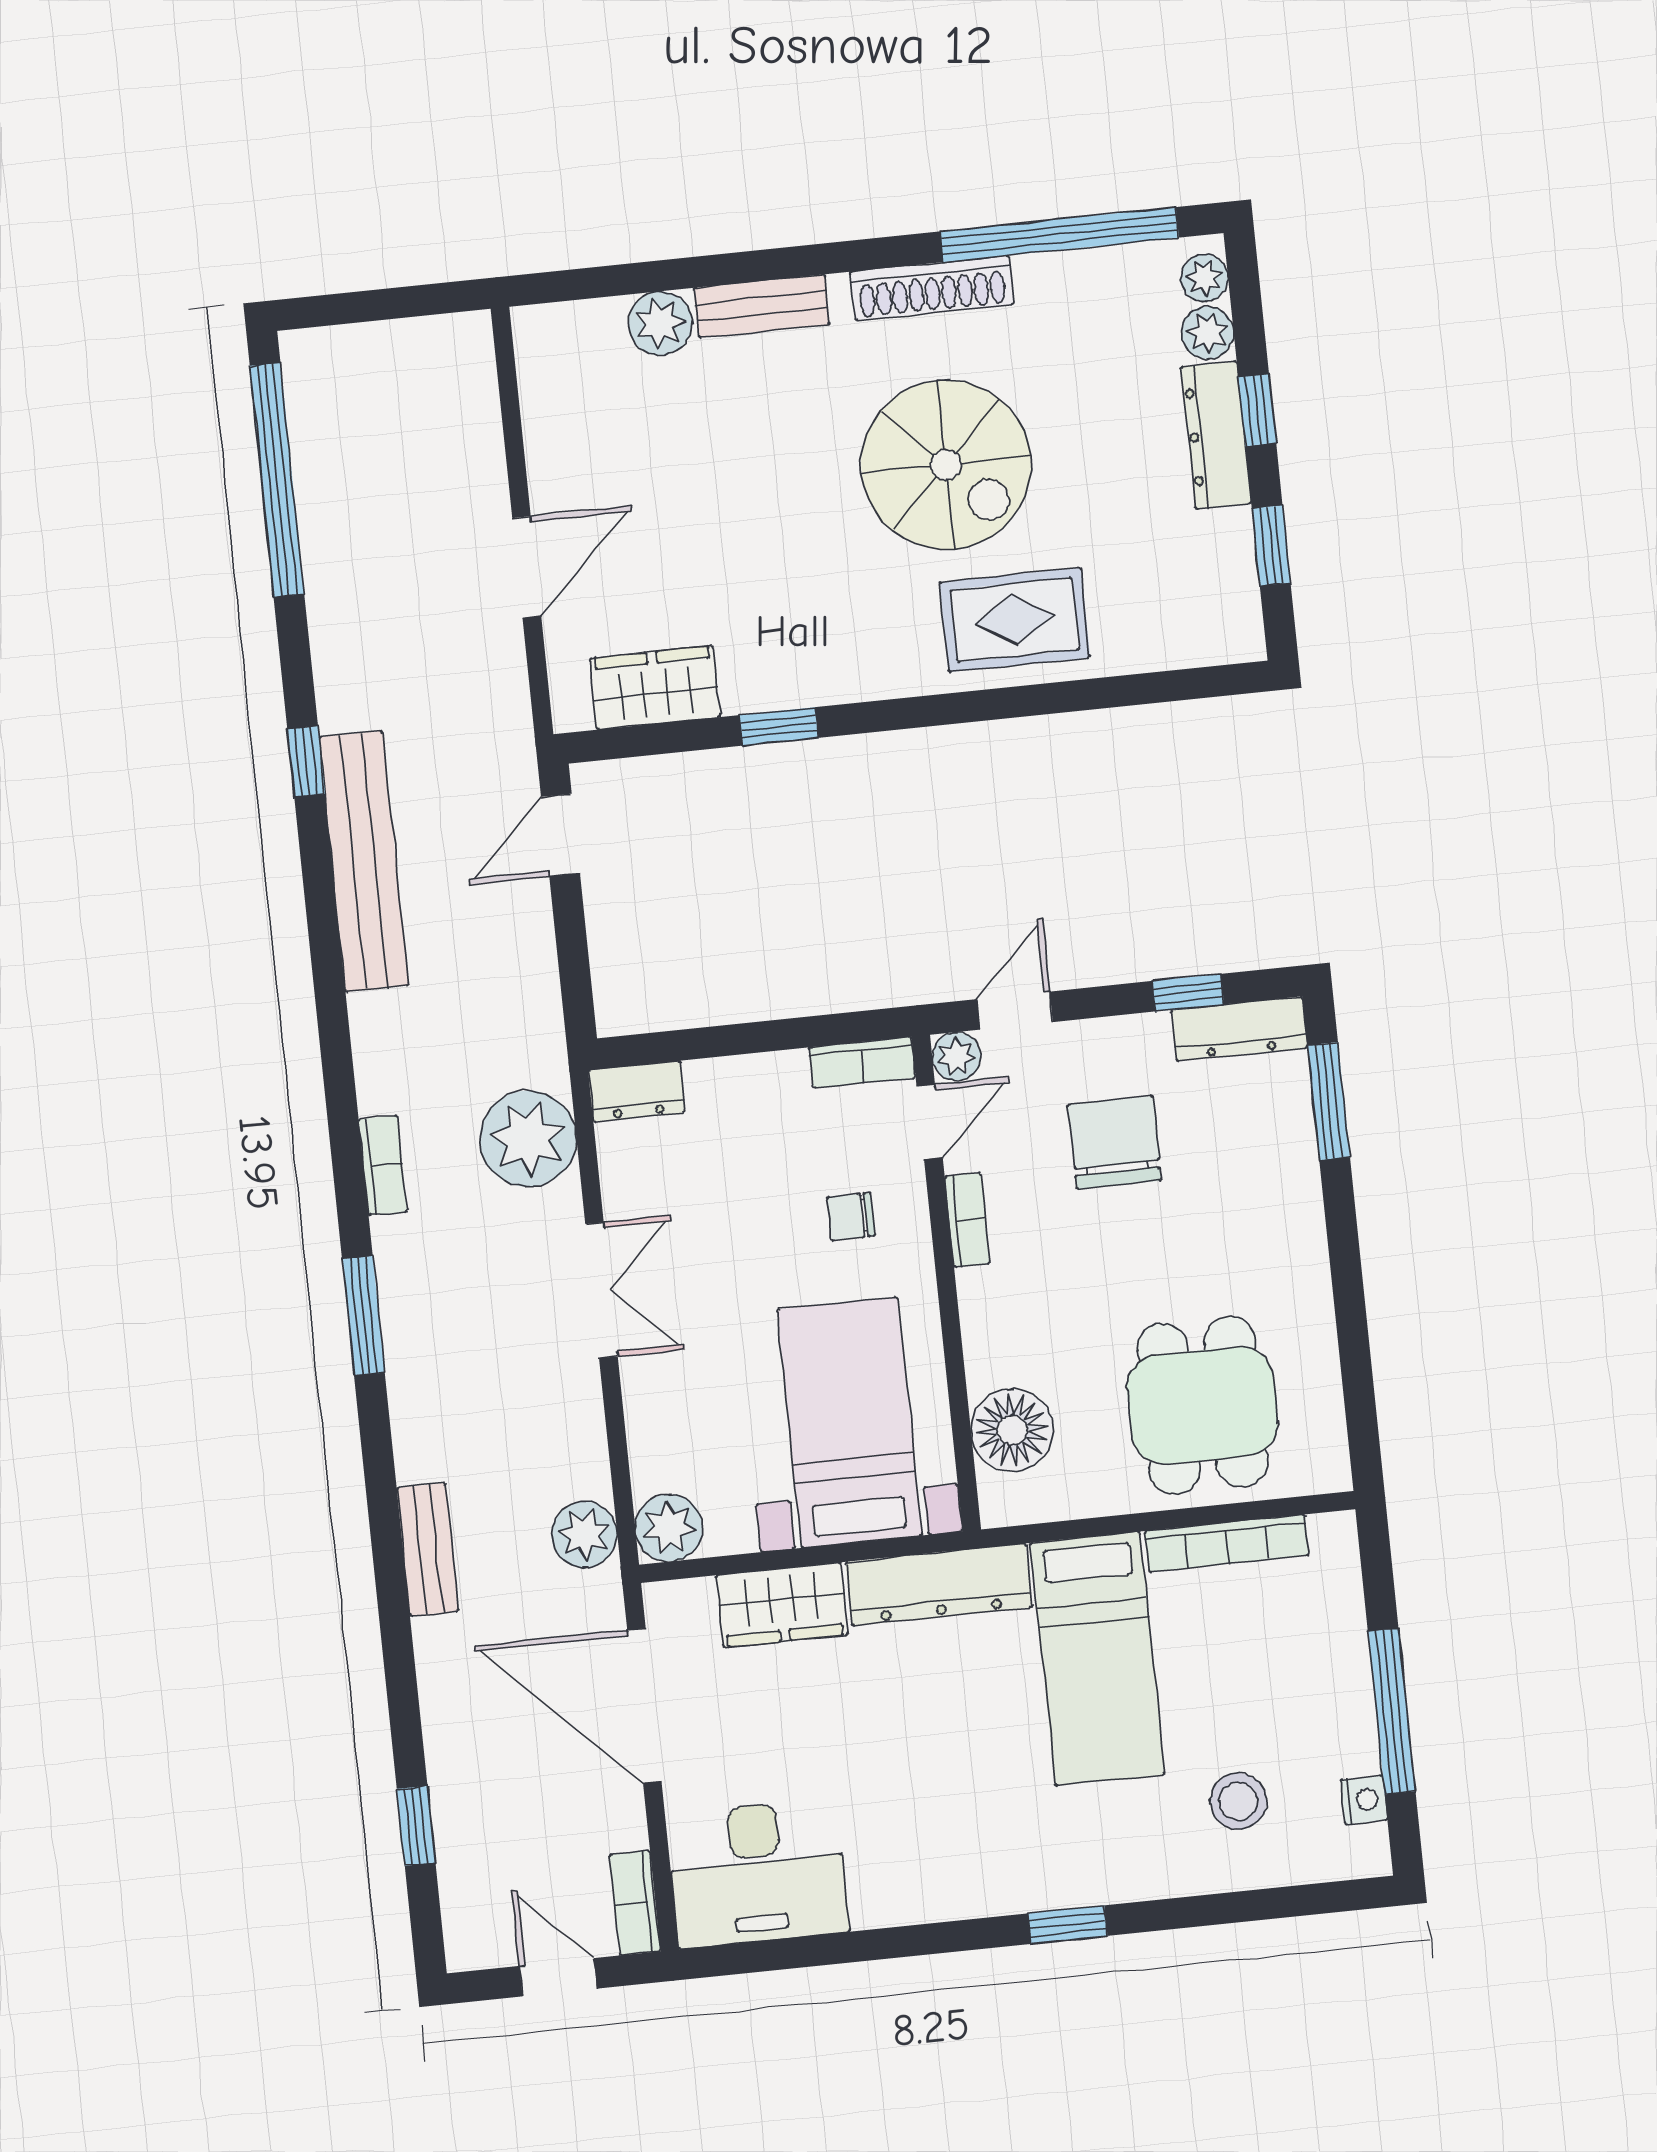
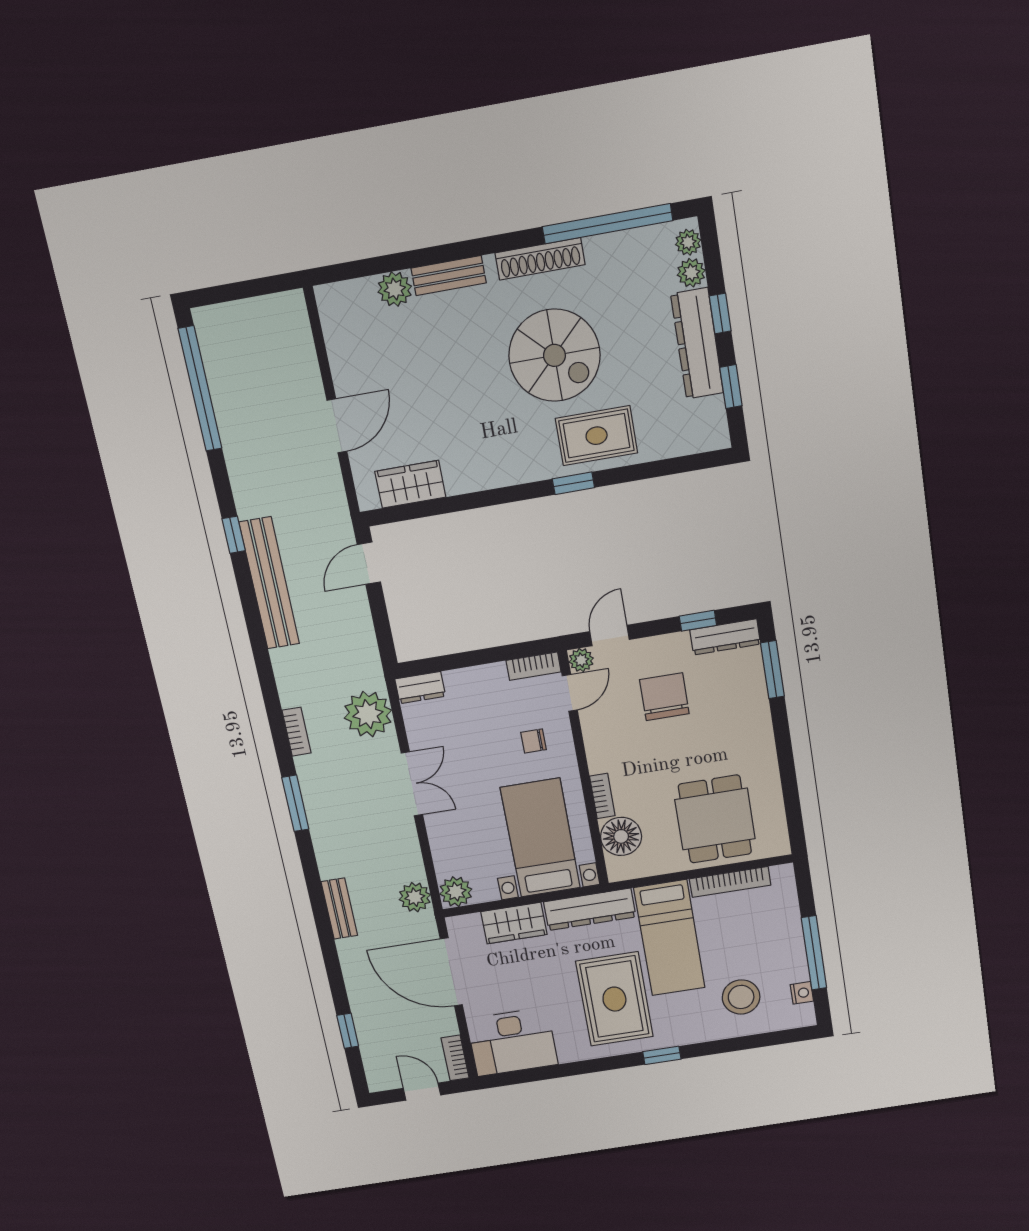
dresser: (1216, 435) -> (697, 344), width x1.37, depth x1.24
window: (779, 726) -> (573, 483), moved
bookcase: (967, 1220) -> (602, 796), moved
rug: (977, 1789) -> (614, 999), added
stool: (1238, 1801) -> (741, 997), width x1.38, depth x1.38

